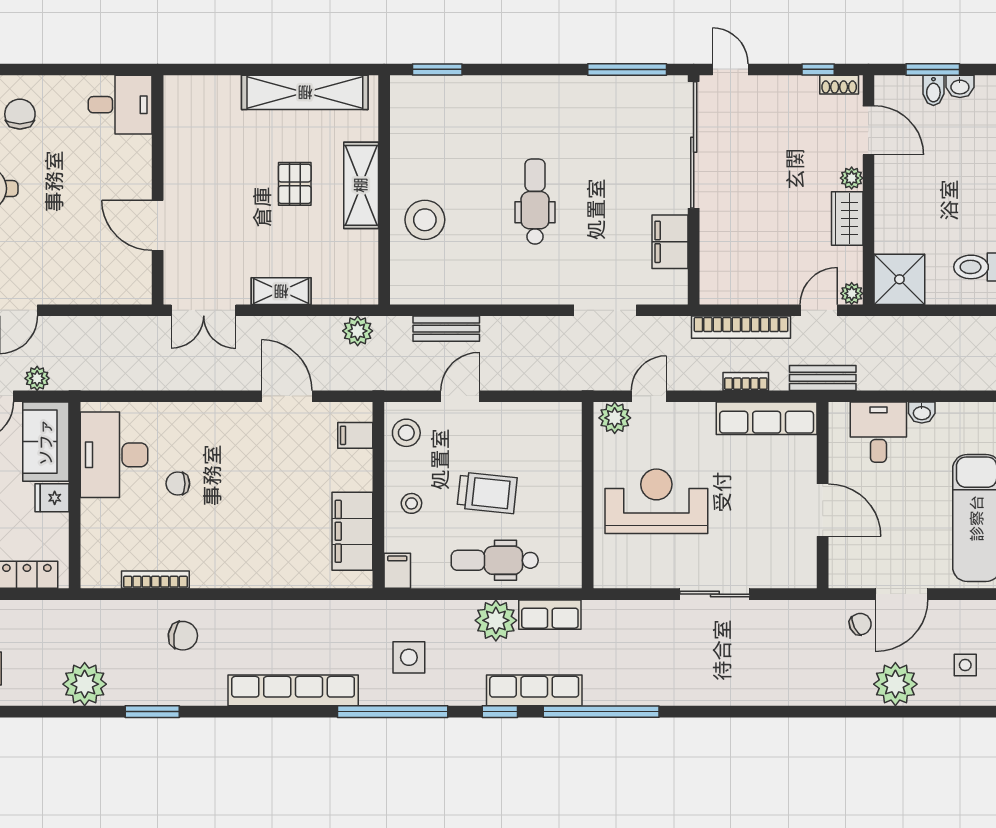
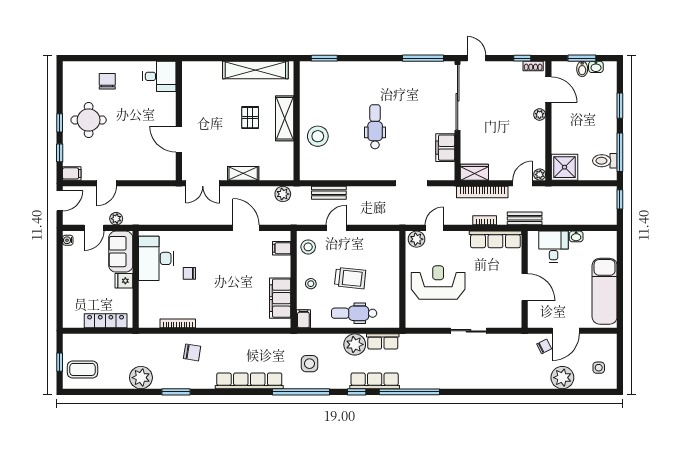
wardrobe: (847, 218) -> (474, 172), moved, turned 90

